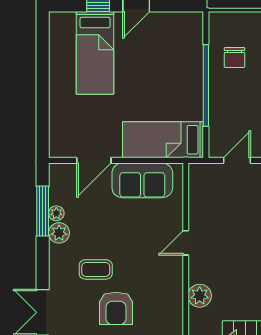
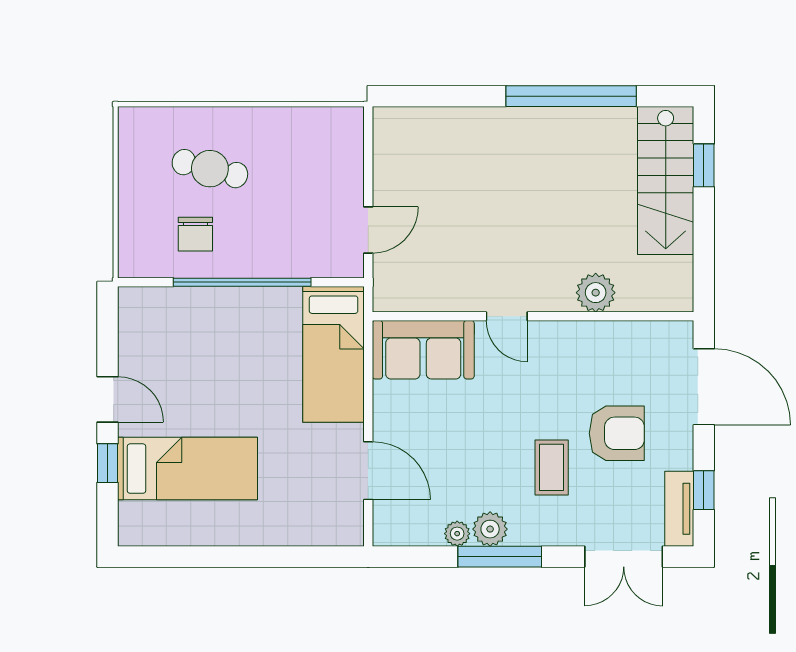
chair: (234, 58) -> (195, 234), turned 90
door: (237, 160) -> (368, 230), swing flipped
sofa: (142, 180) -> (423, 350), moved, turned 90
window: (43, 211) -> (500, 557), moved

